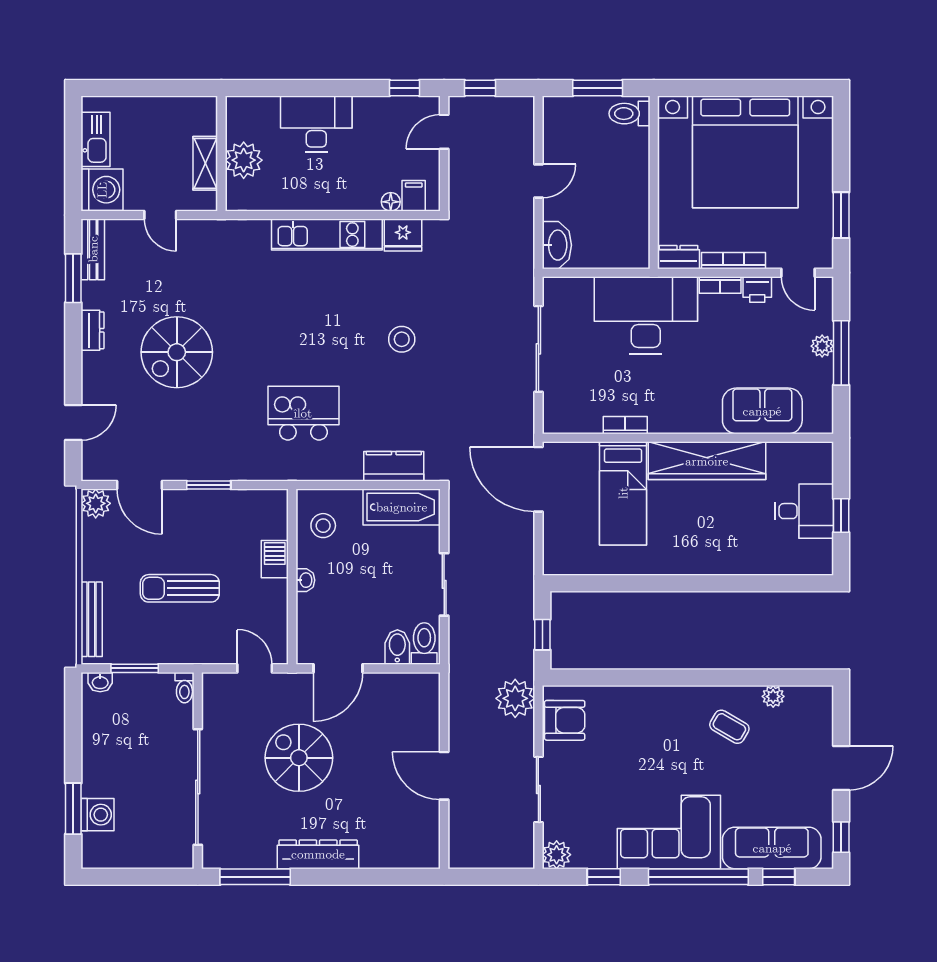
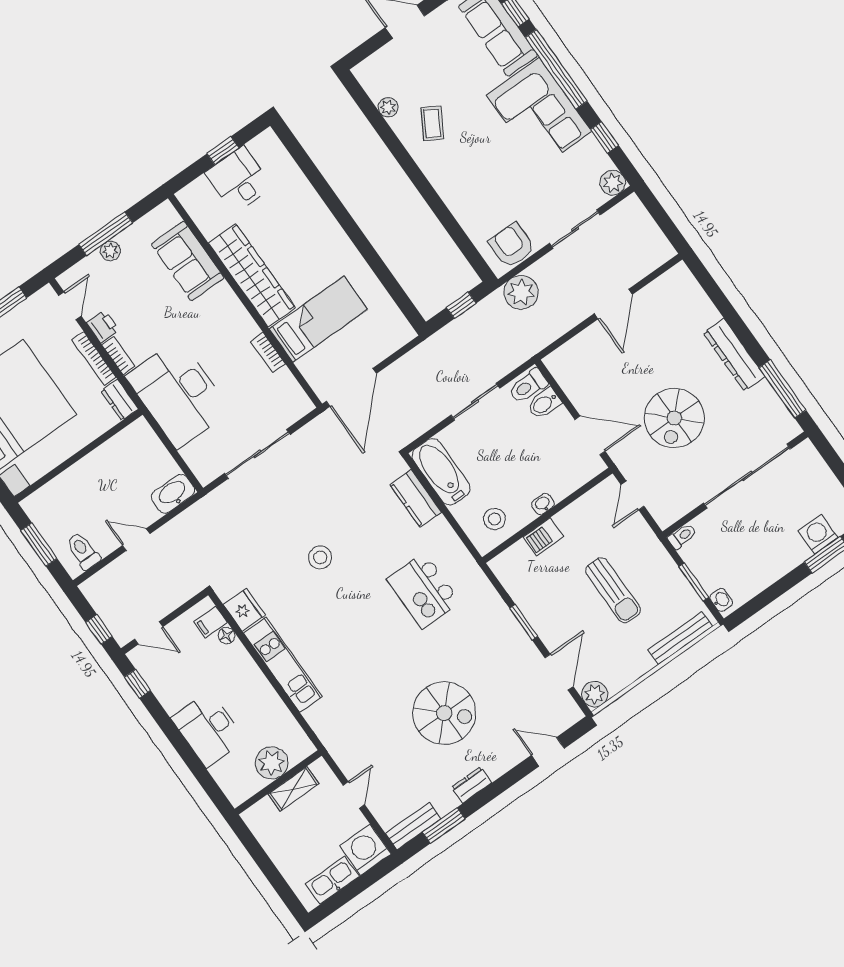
toilet: (629, 114) -> (83, 551), moved, turned 180

